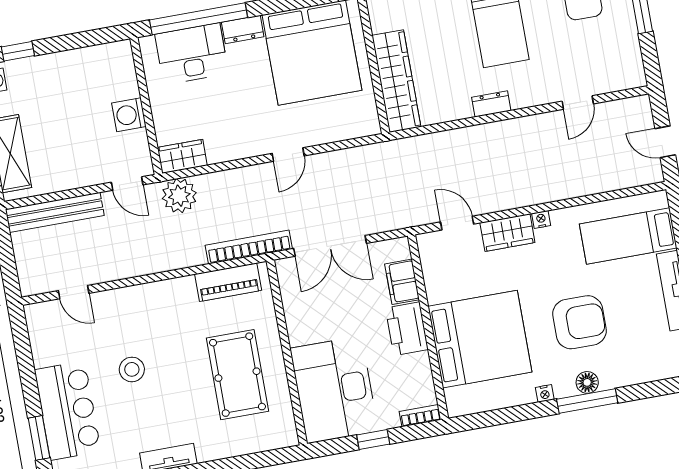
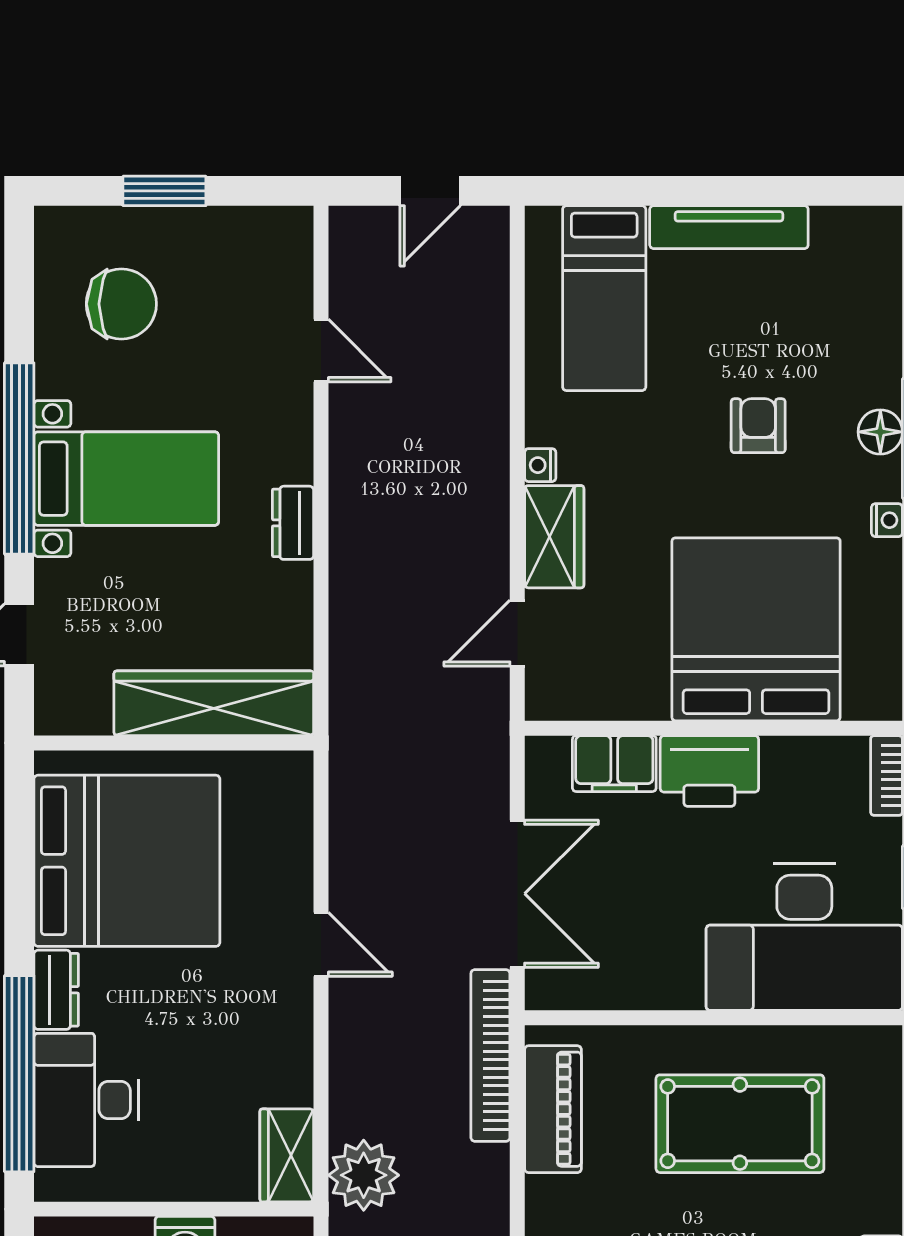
armchair: (579, 322) -> (758, 426), width x0.53, depth x0.53

